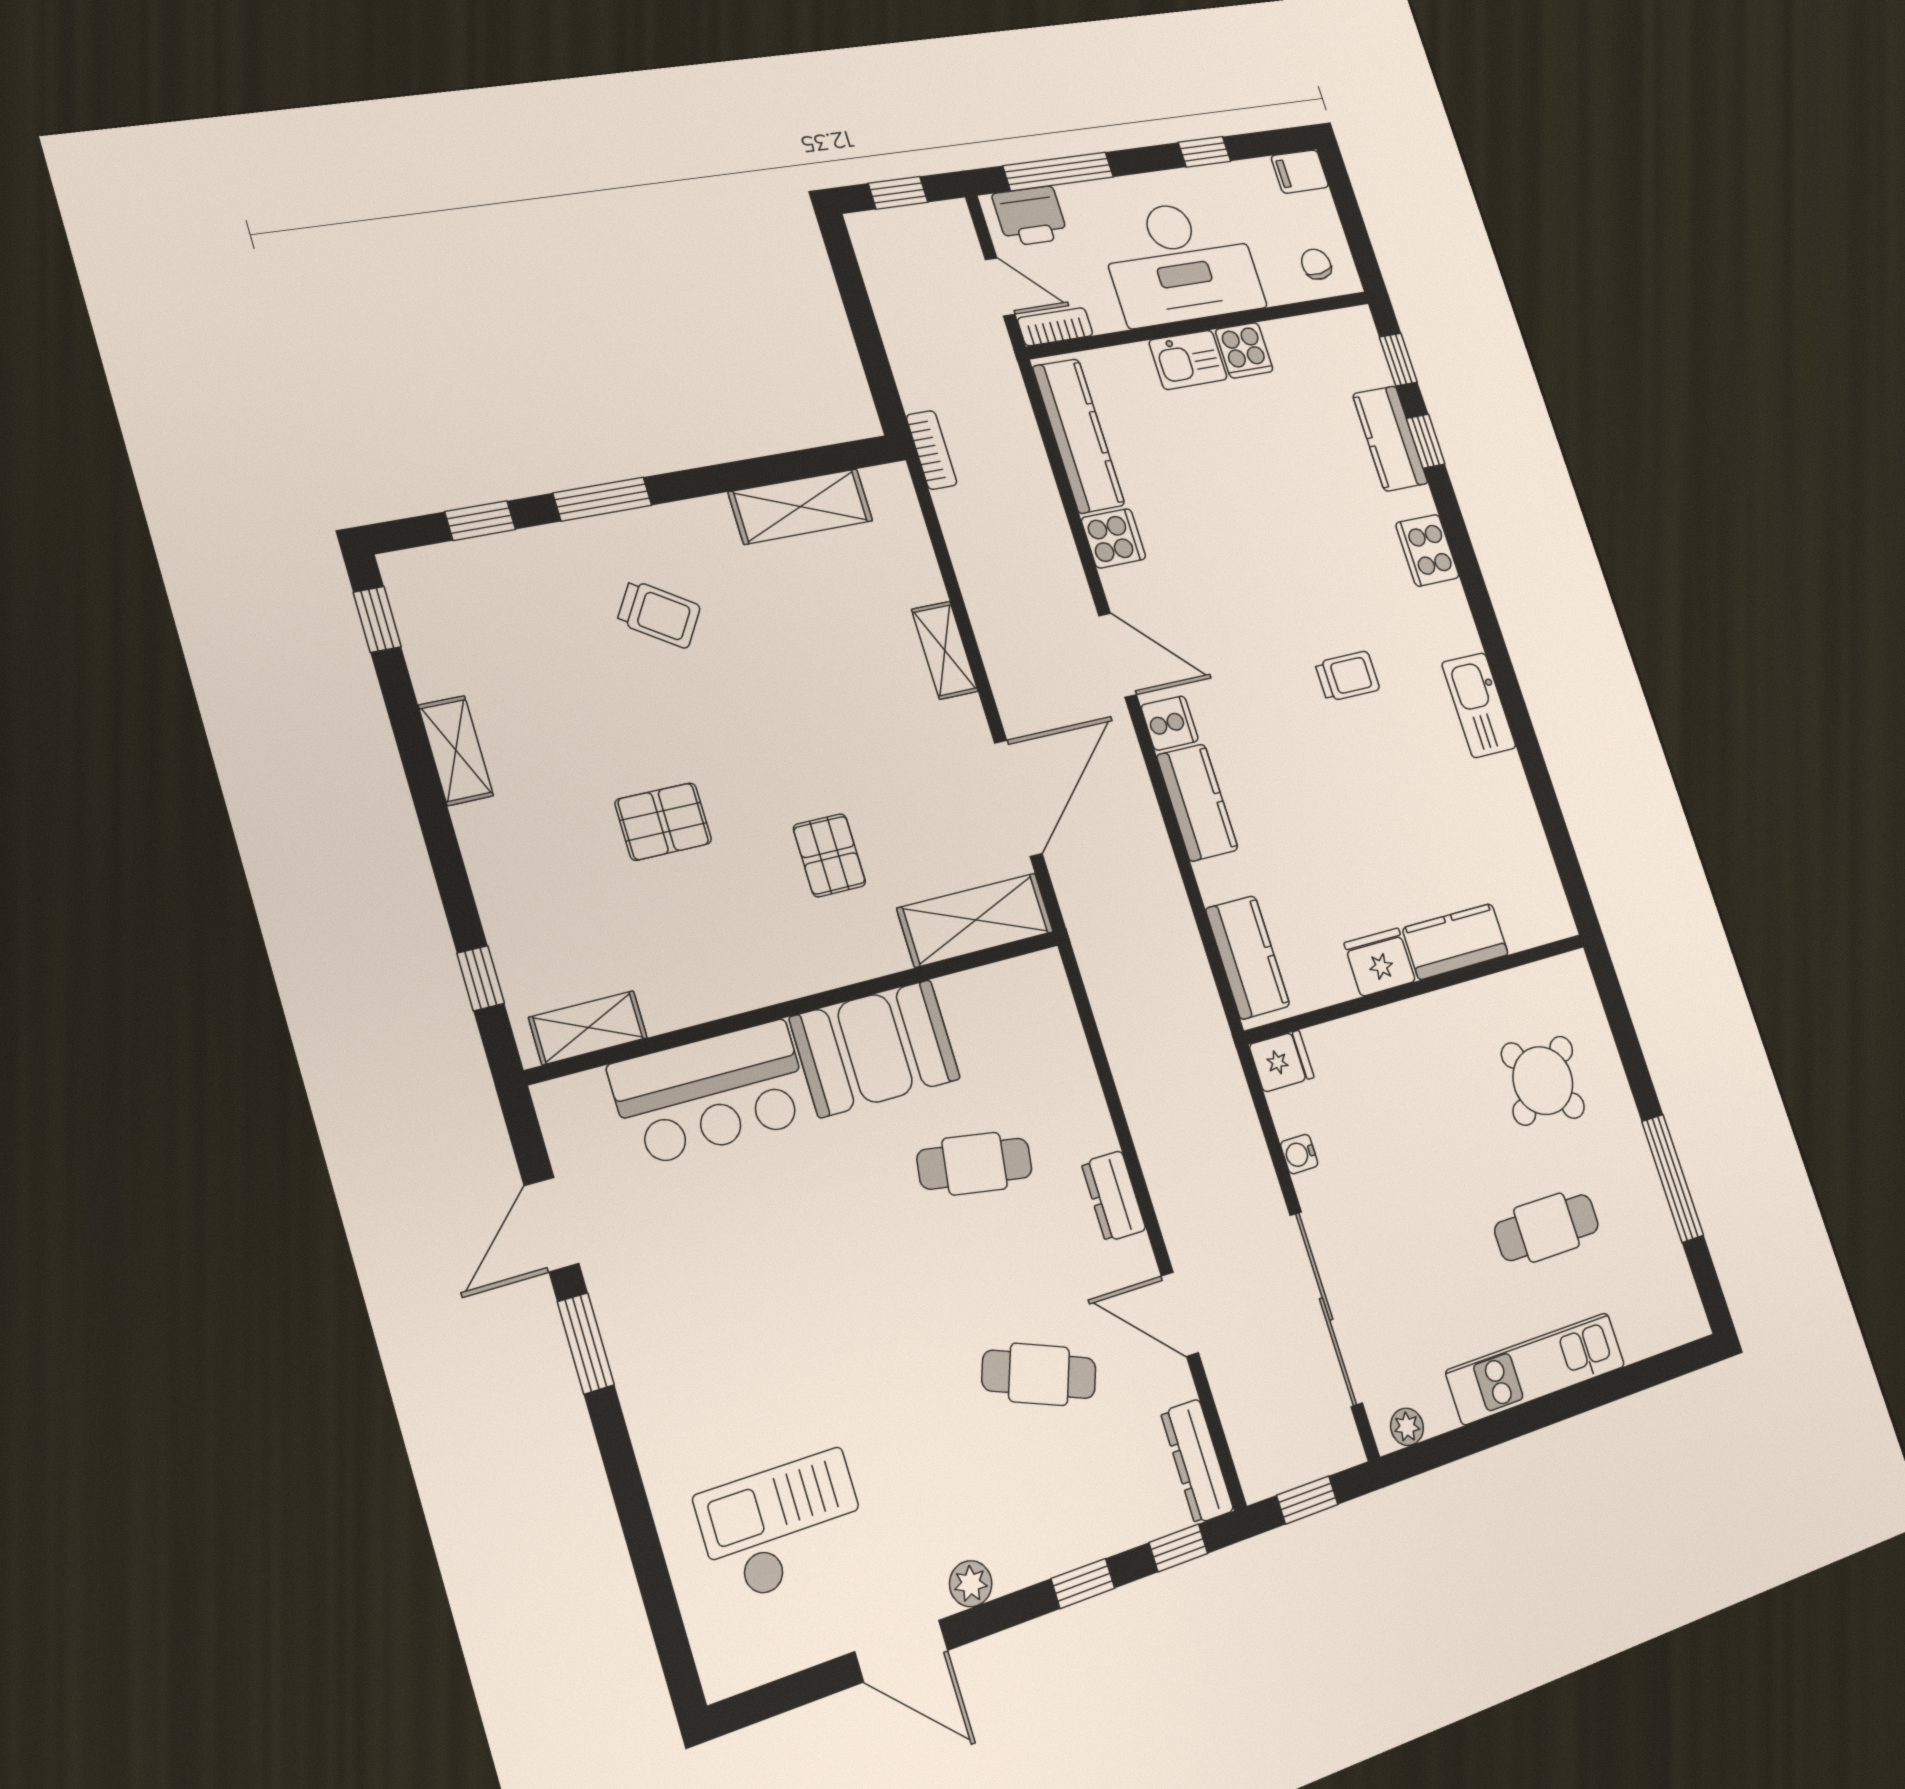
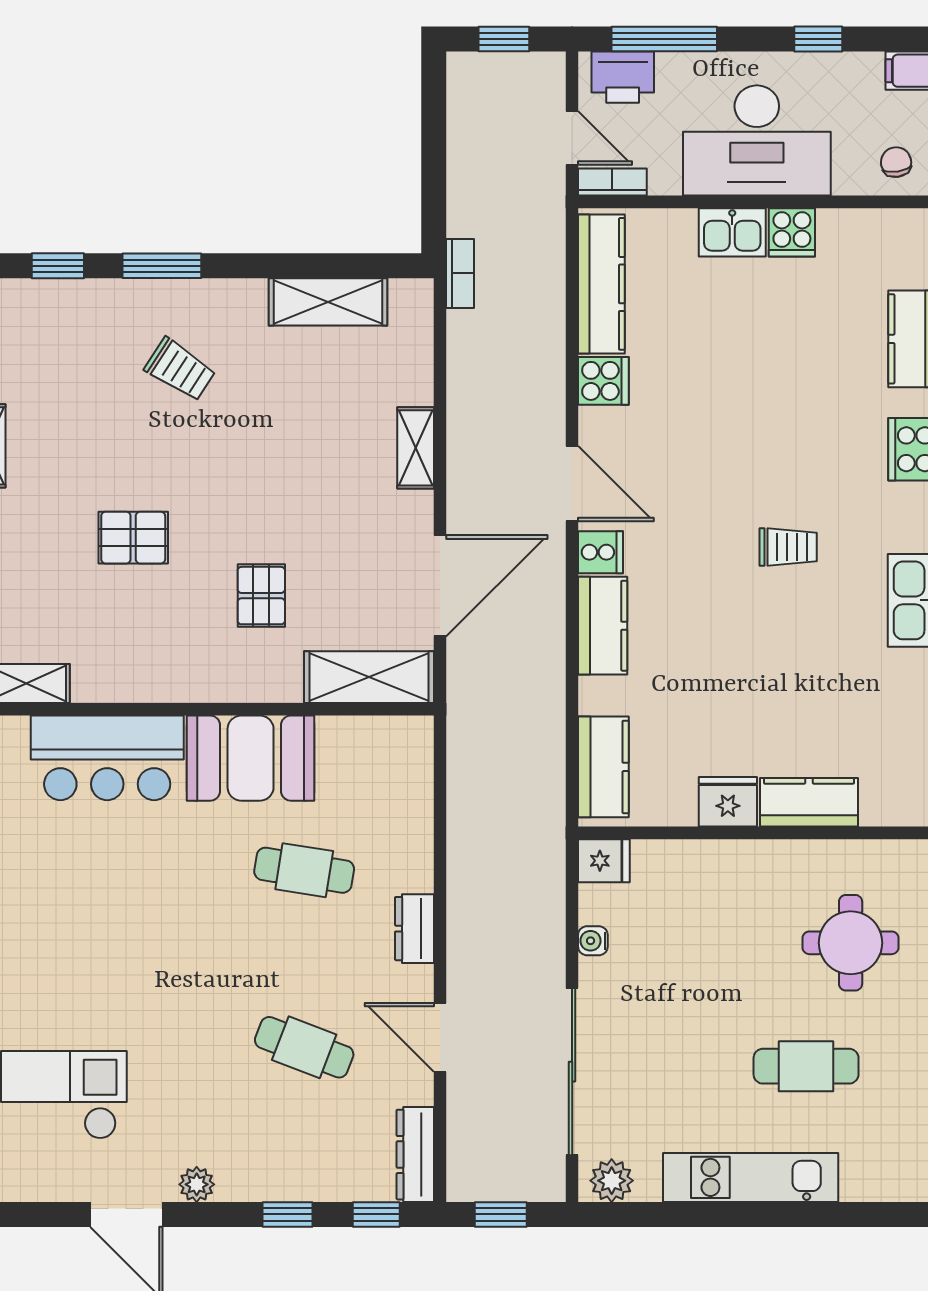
round table: (1543, 1081) -> (851, 943), turned 37
plant: (1407, 1427) -> (612, 1181), width x1.38, depth x1.38

